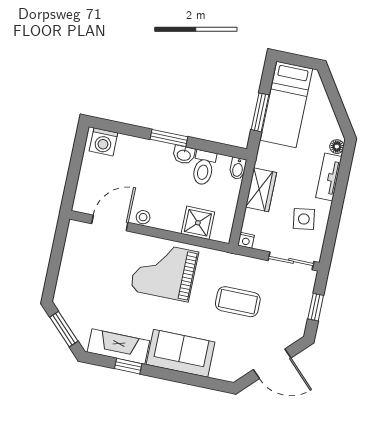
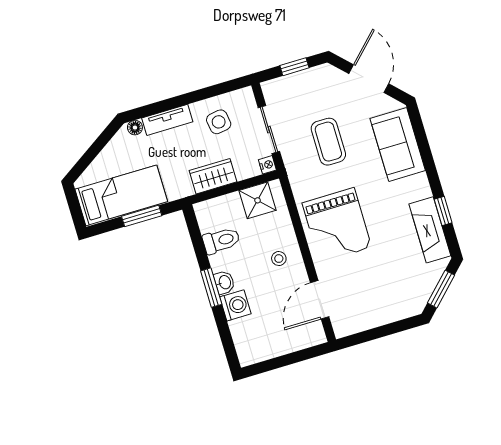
washing machine: (103, 142) -> (235, 305), moved
washbasin: (184, 155) -> (224, 282), moved
bidet: (238, 168) -> (205, 208), removed
stool: (143, 217) -> (279, 259), moved
door: (110, 223) -> (320, 300), hinge flipped
shower: (198, 223) -> (258, 200), moved
sliding door: (291, 261) -> (269, 130), moved
sofa: (181, 353) -> (398, 144), moved

